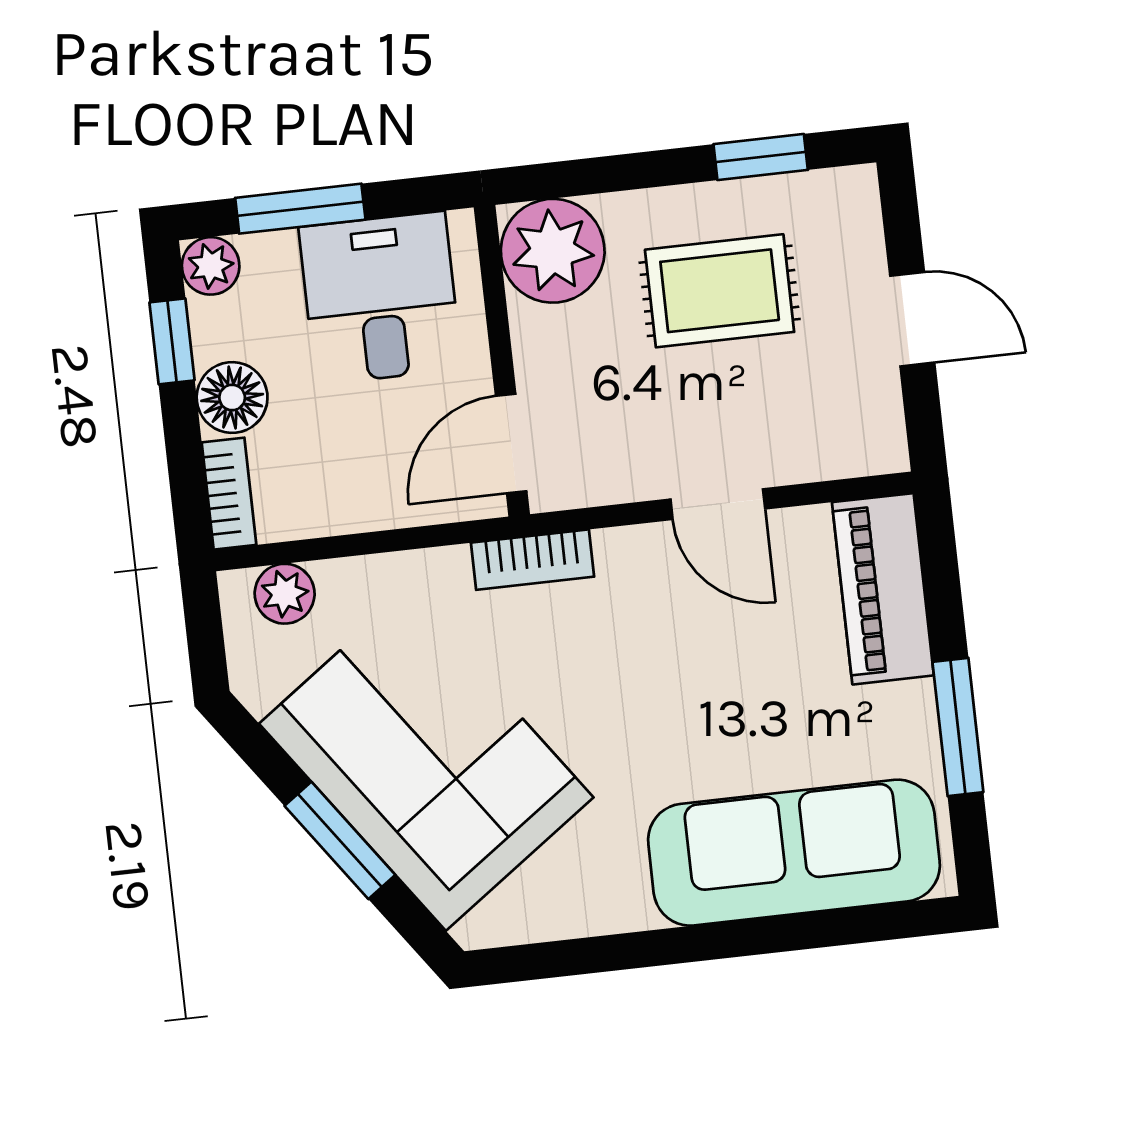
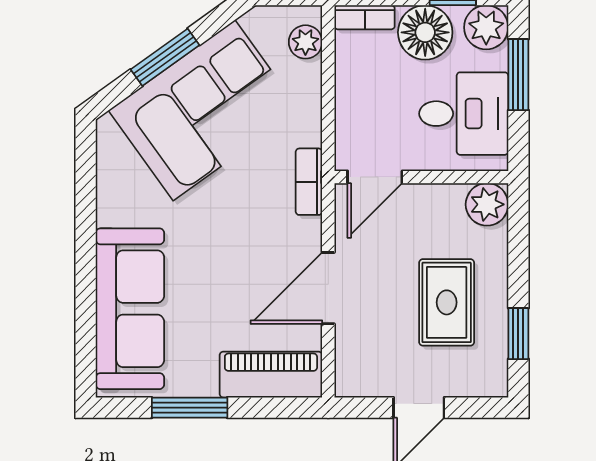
plant: (553, 251) -> (487, 204), width x0.73, depth x0.73
plant: (211, 266) -> (486, 27), width x1.38, depth x1.38
floor lamp: (232, 398) -> (425, 32), width x1.38, depth x1.38
door: (511, 443) -> (375, 177), swing flipped
door: (718, 504) -> (328, 288), width x1.38

